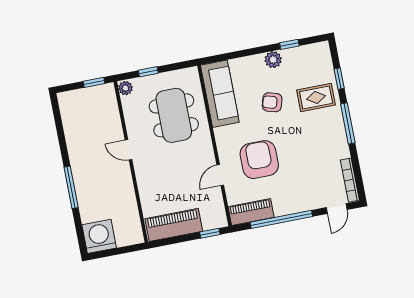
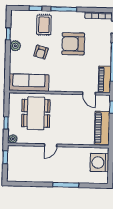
dining table: (174, 115) -> (36, 113), turned 90
armchair: (259, 160) -> (73, 44), moved
door: (220, 175) -> (89, 93), moved
washing machine: (99, 236) -> (99, 163), moved

